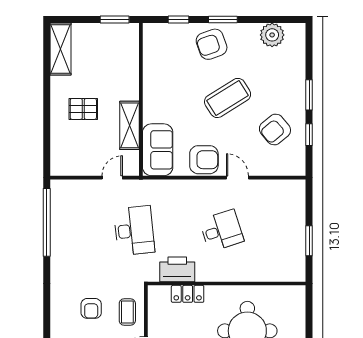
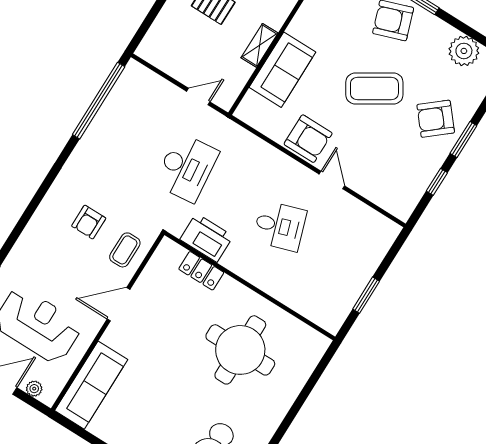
shelving: (129, 125) -> (260, 45), width x0.67, depth x0.75
armchair: (275, 129) -> (436, 119), moved
sofa: (158, 150) -> (282, 70), moved

